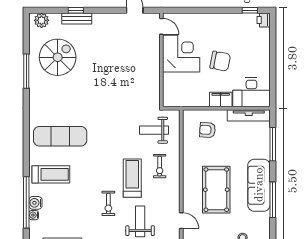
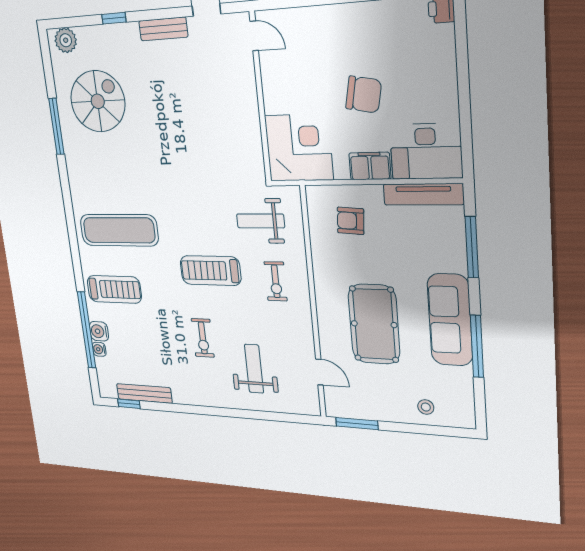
bench: (77, 19) -> (163, 29), moved
corner desk: (181, 54) -> (299, 148), moved
treadmill: (132, 178) -> (210, 271), moved, turned -90

